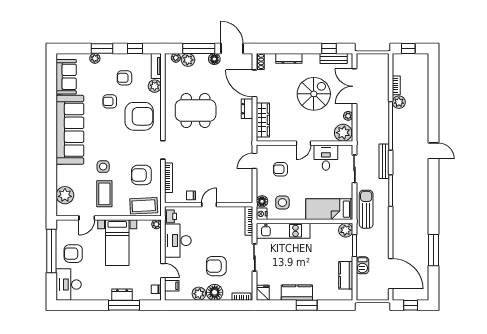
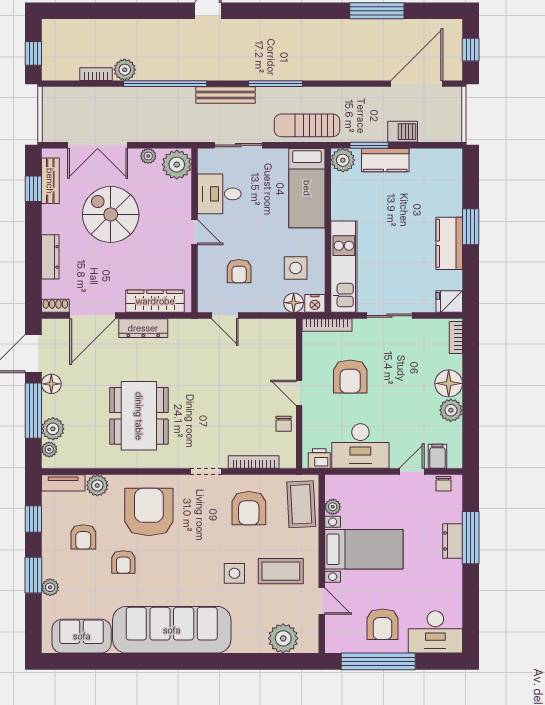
dresser: (247, 109) -> (143, 328), width x1.44
plant: (156, 224) -> (333, 507), moved
armchair: (216, 266) -> (350, 376), moved
kitchen counter: (346, 275) -> (385, 160), moved

